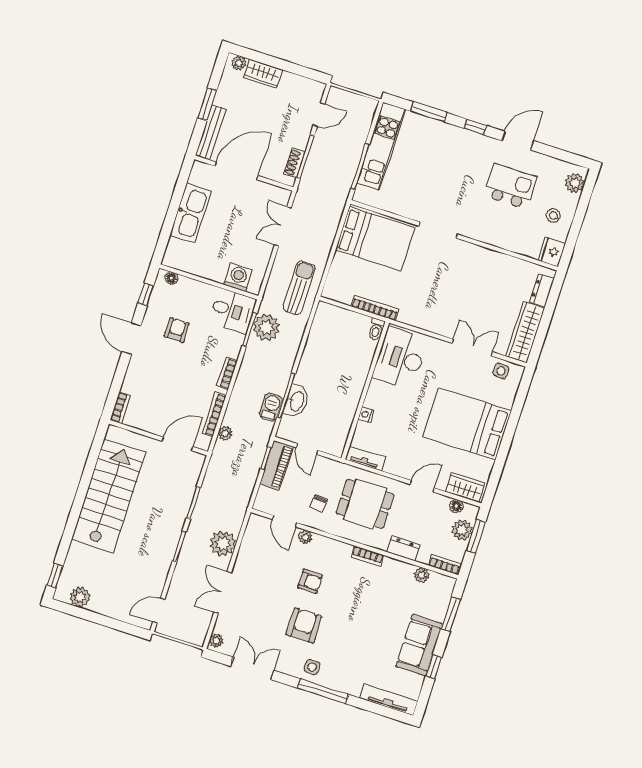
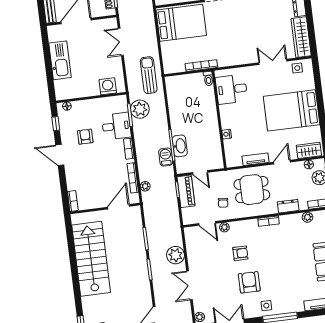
desk: (233, 311) -> (116, 126), moved
desk: (400, 358) -> (231, 89), width x0.73
tv unit: (365, 458) -> (255, 159), moved

